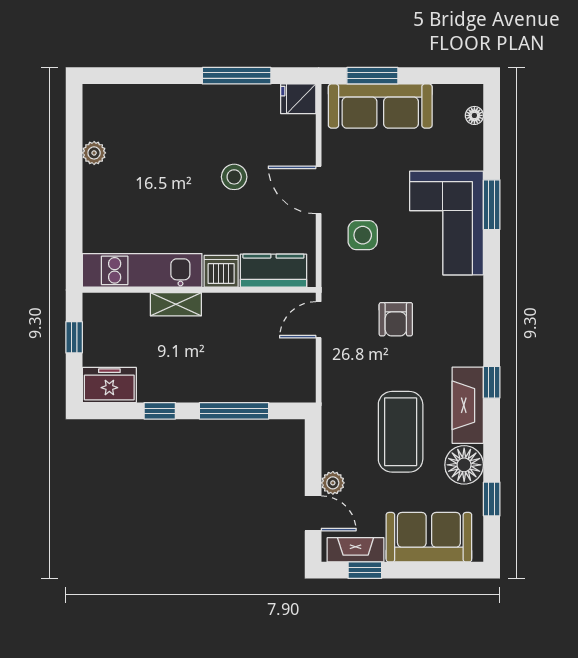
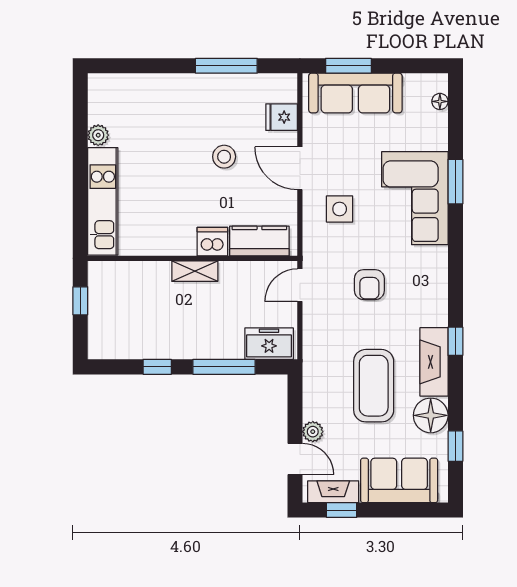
fridge: (298, 99) -> (282, 117), moved
kitchen unit: (142, 270) -> (103, 201), moved, turned 90
shelving: (176, 304) -> (195, 271), moved
freezer: (109, 385) -> (269, 344), moved

